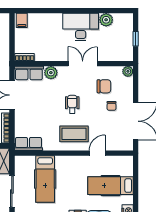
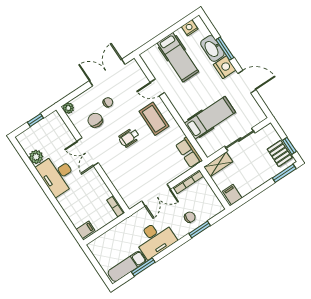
row of seats: (29, 73) -> (127, 193), removed
plant: (51, 73) -> (114, 174), removed

